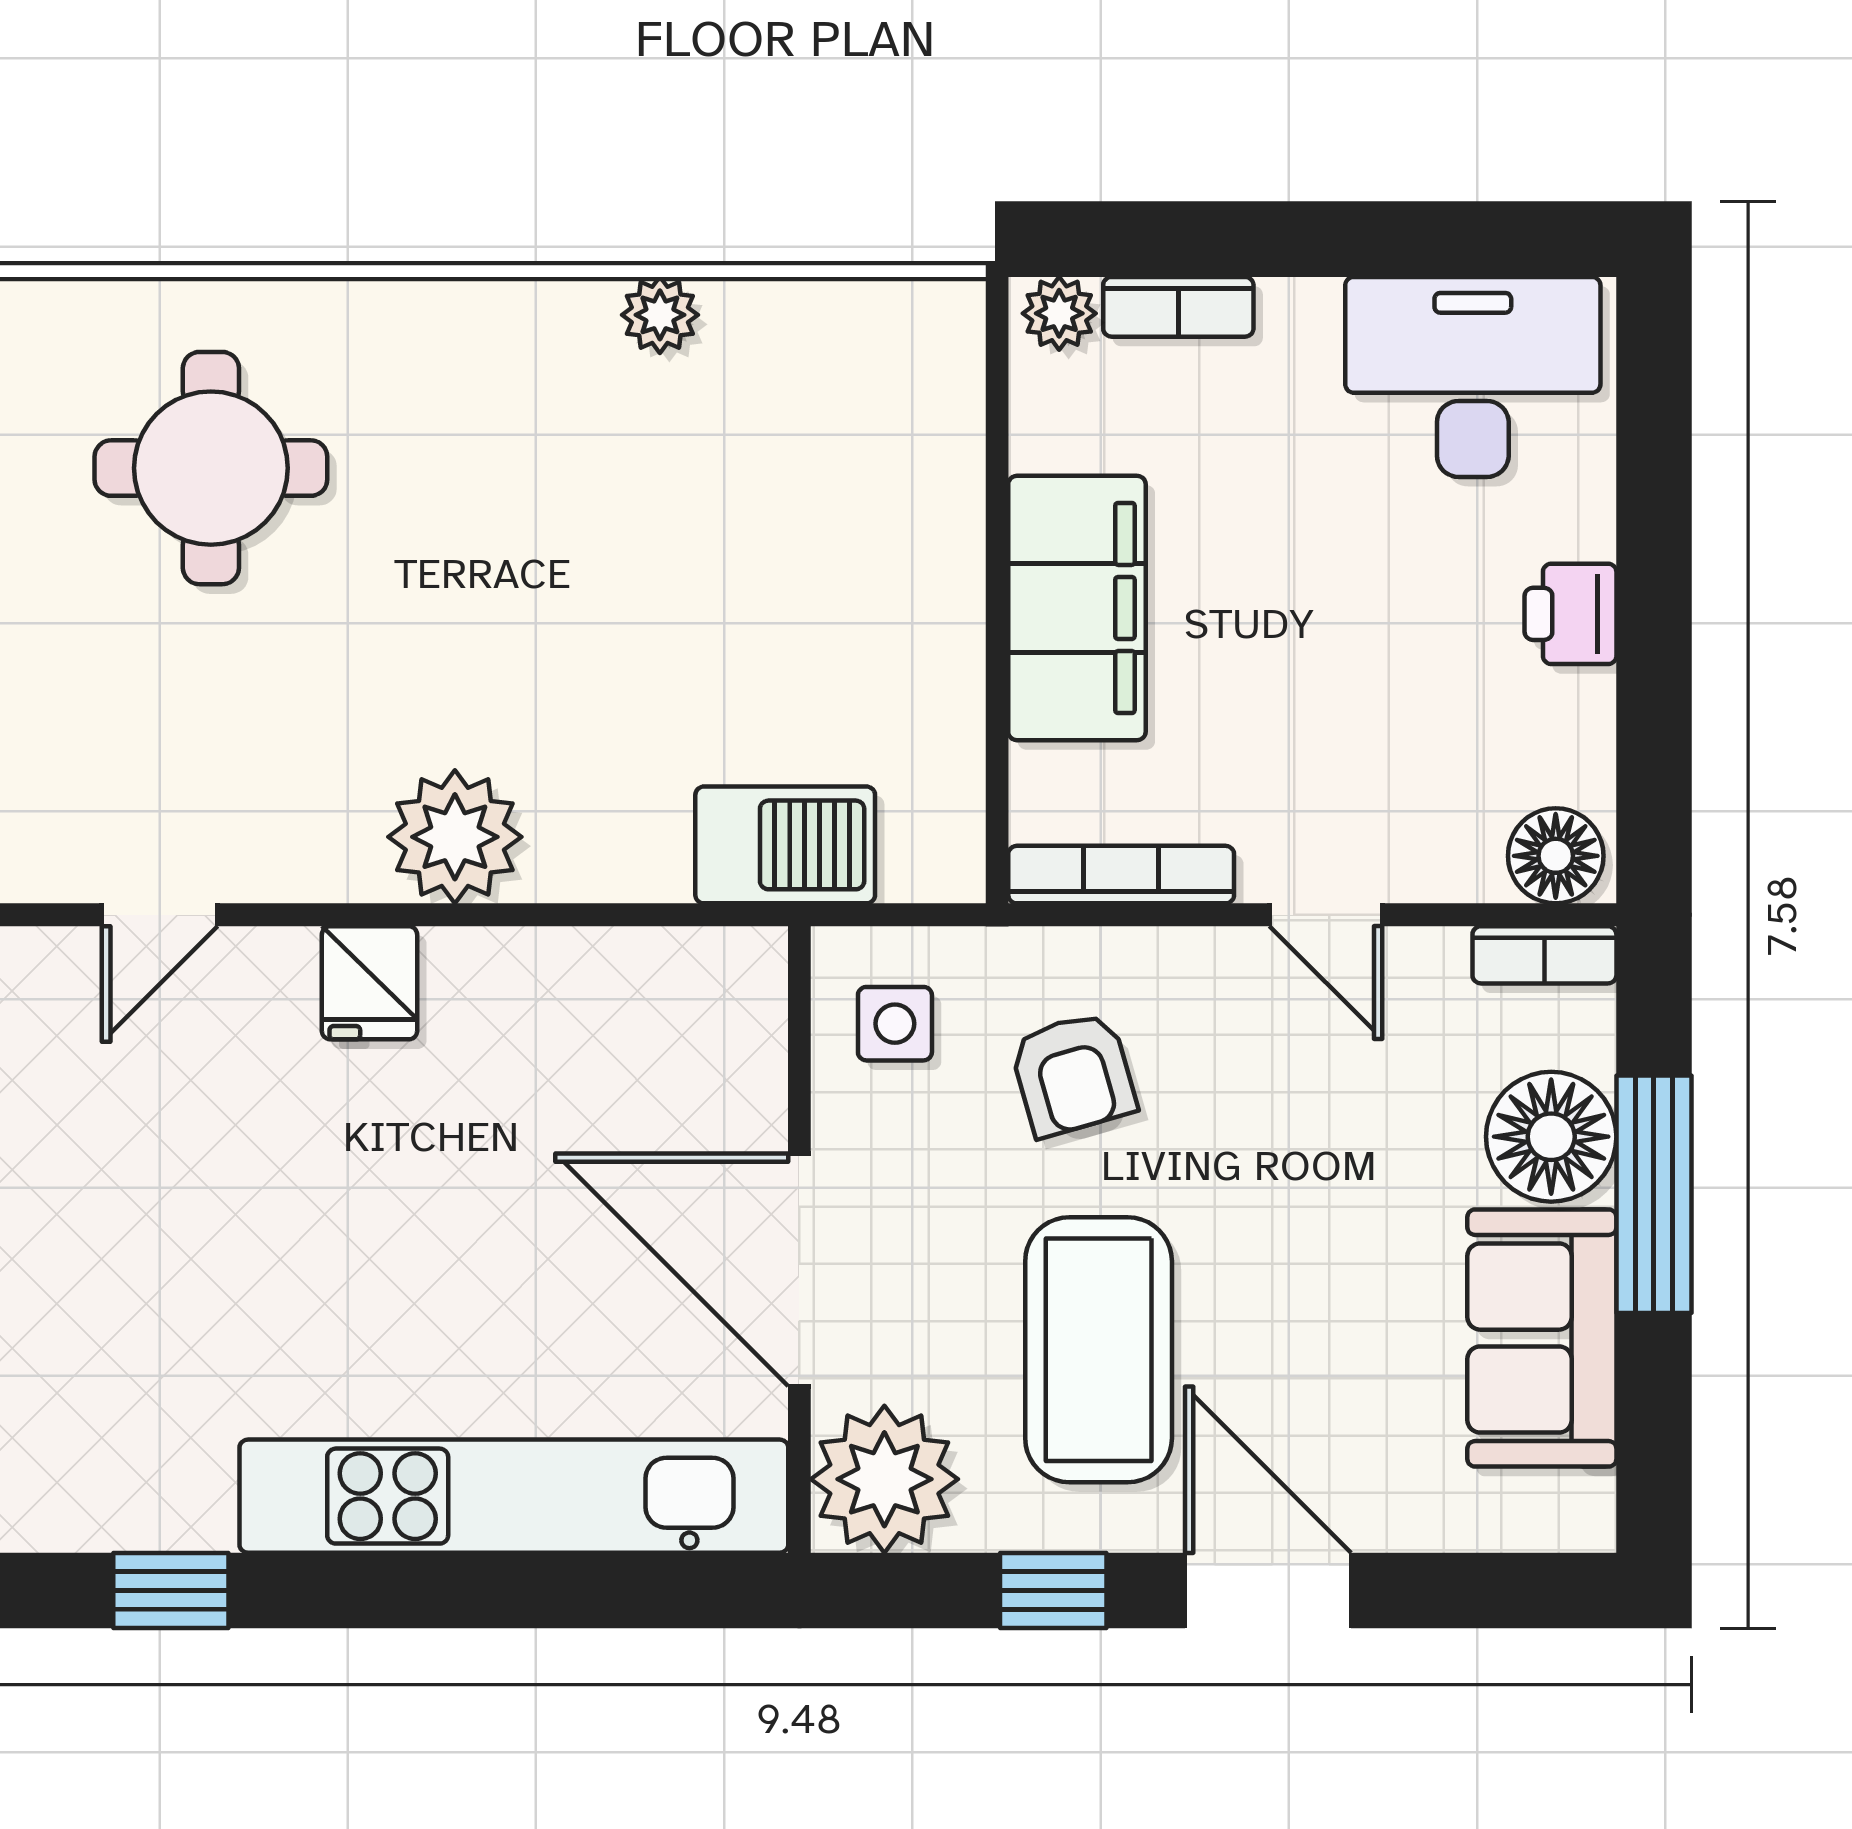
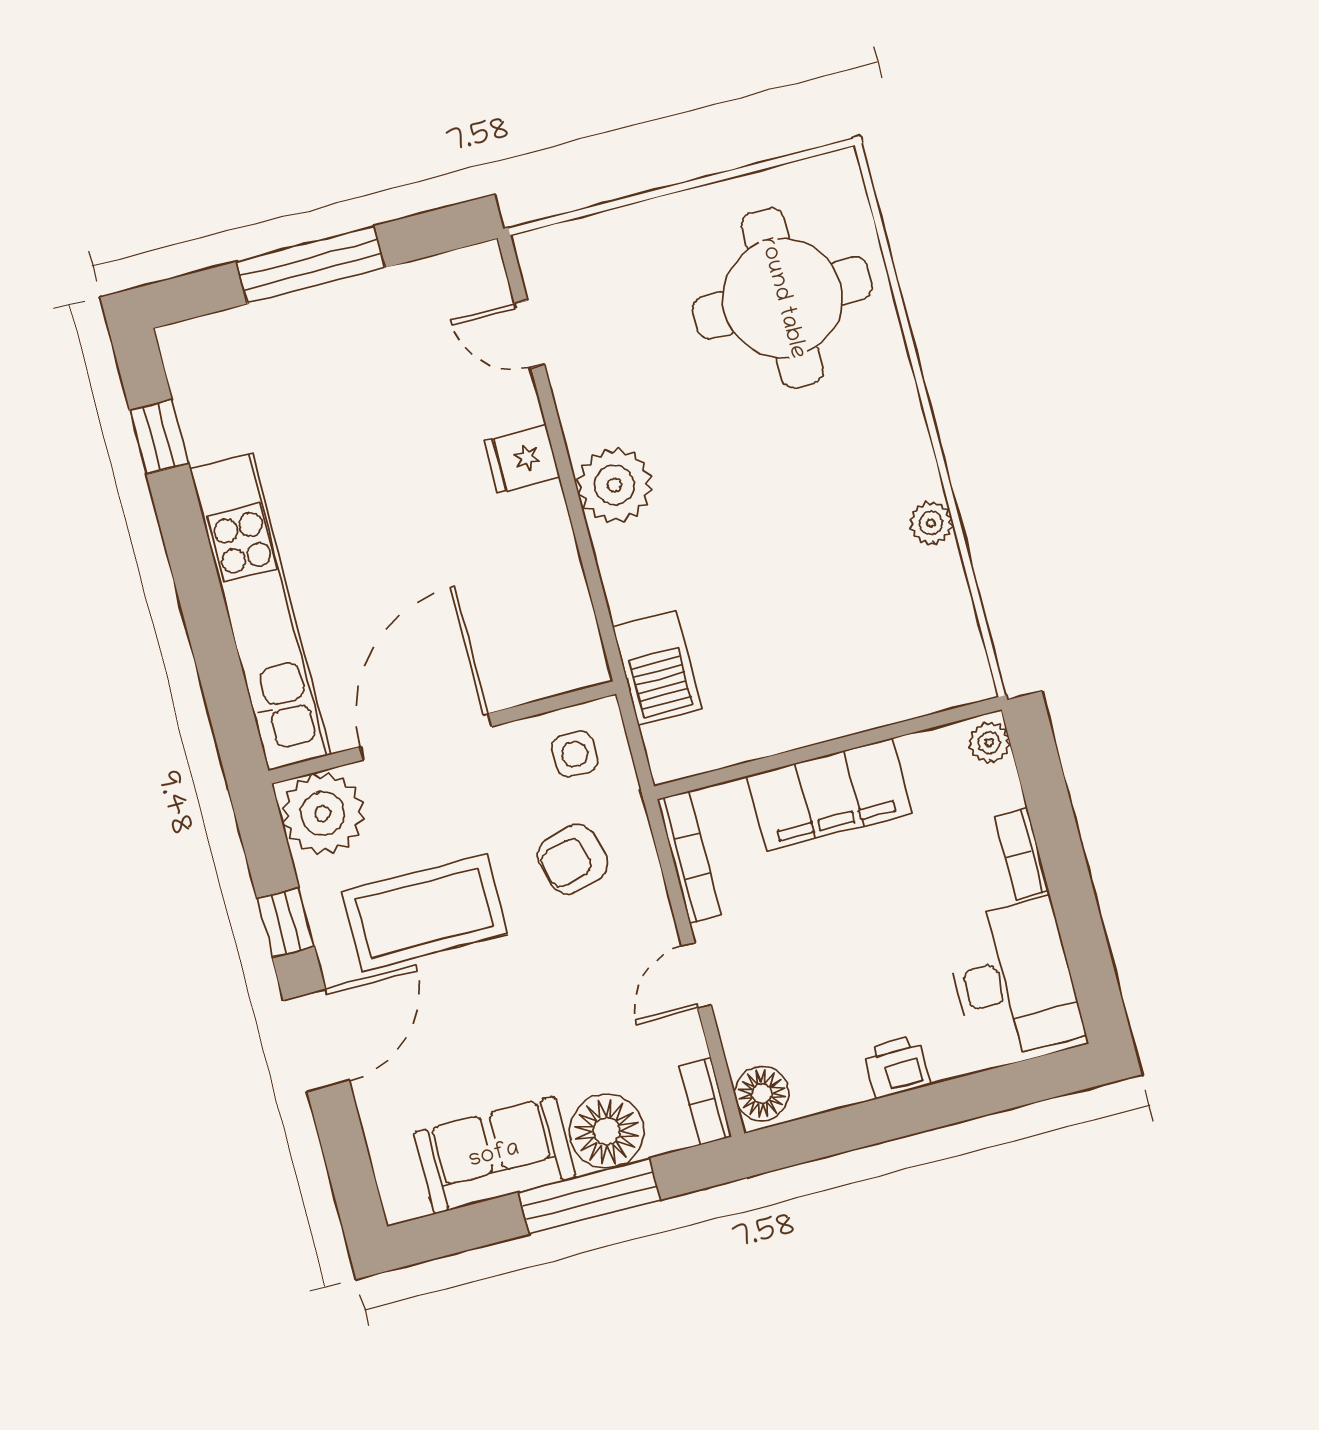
bookcase: (1178, 307) -> (1022, 854), moved
round table: (211, 468) -> (782, 298), width x1.36, depth x1.36

